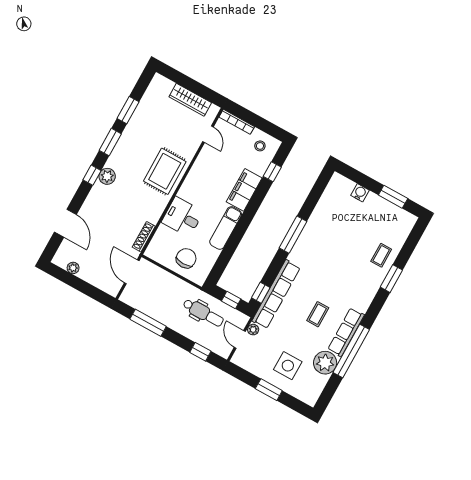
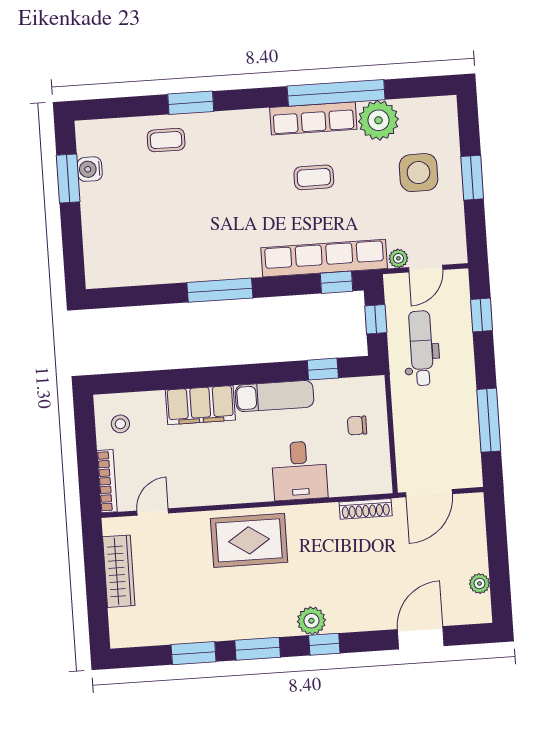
window: (272, 172) -> (323, 369), moved
water cooler: (360, 193) -> (90, 169), moved
chair: (186, 258) -> (357, 426), width x0.54, depth x0.54

